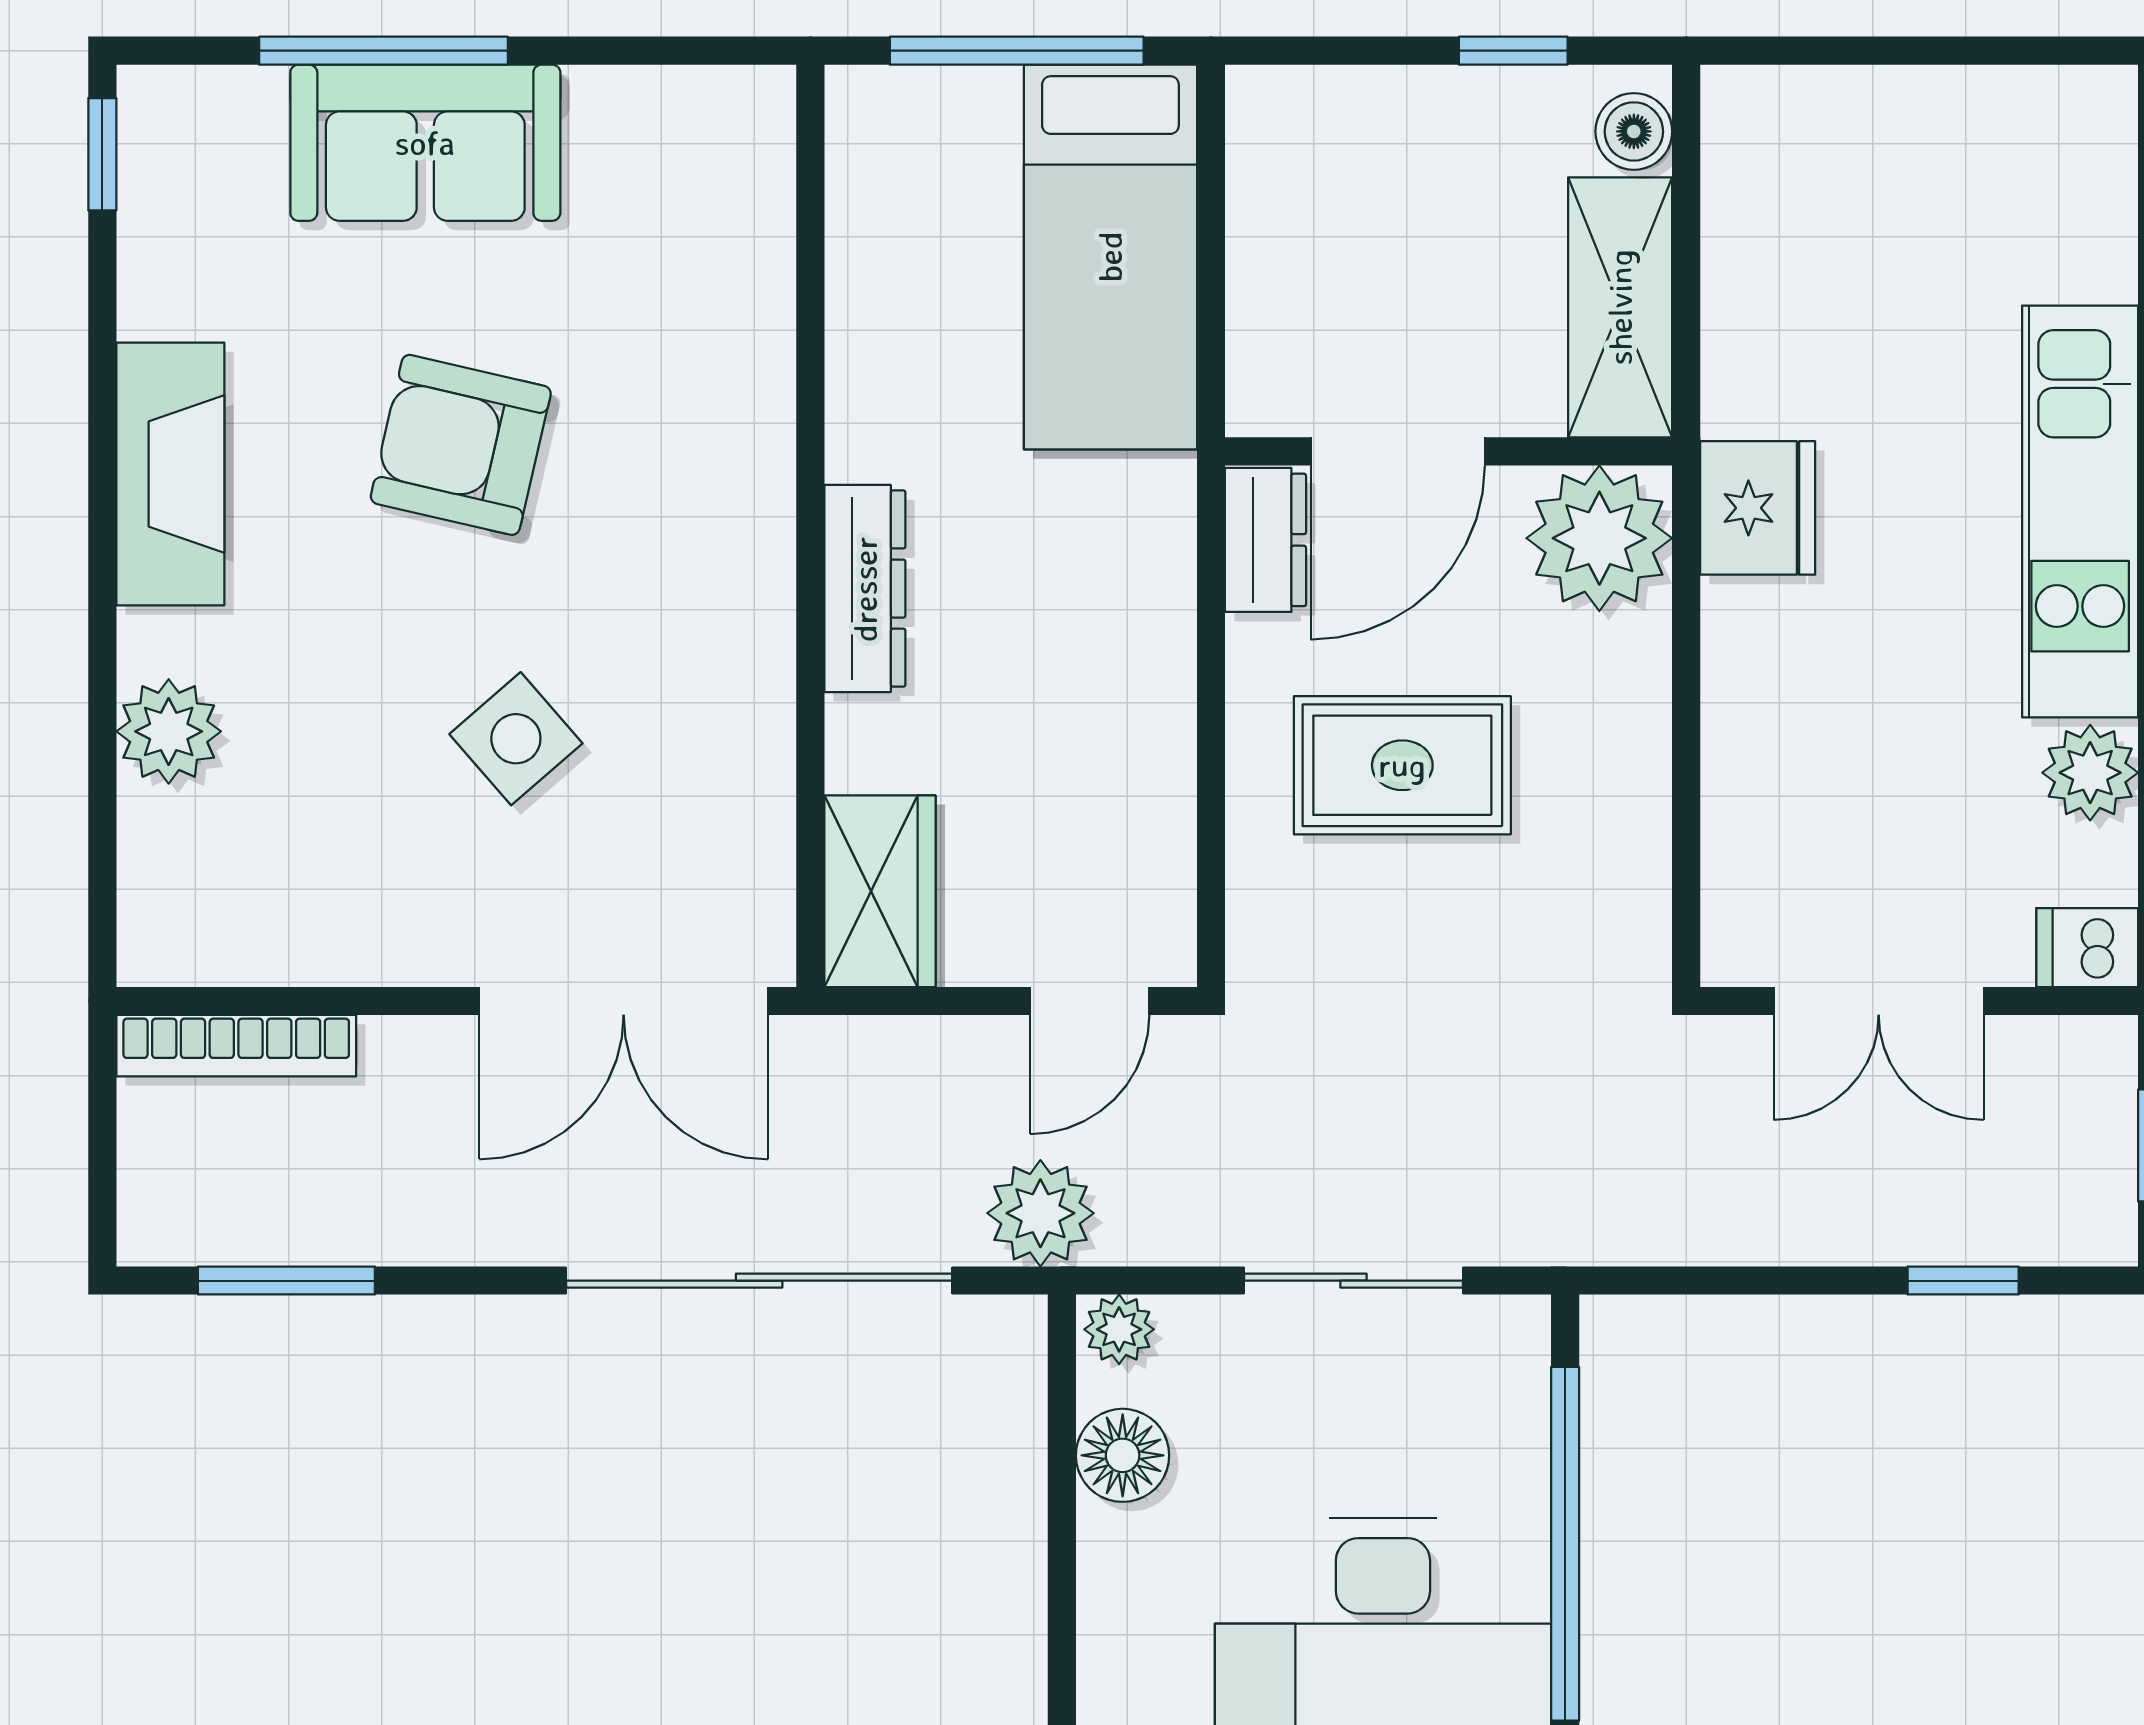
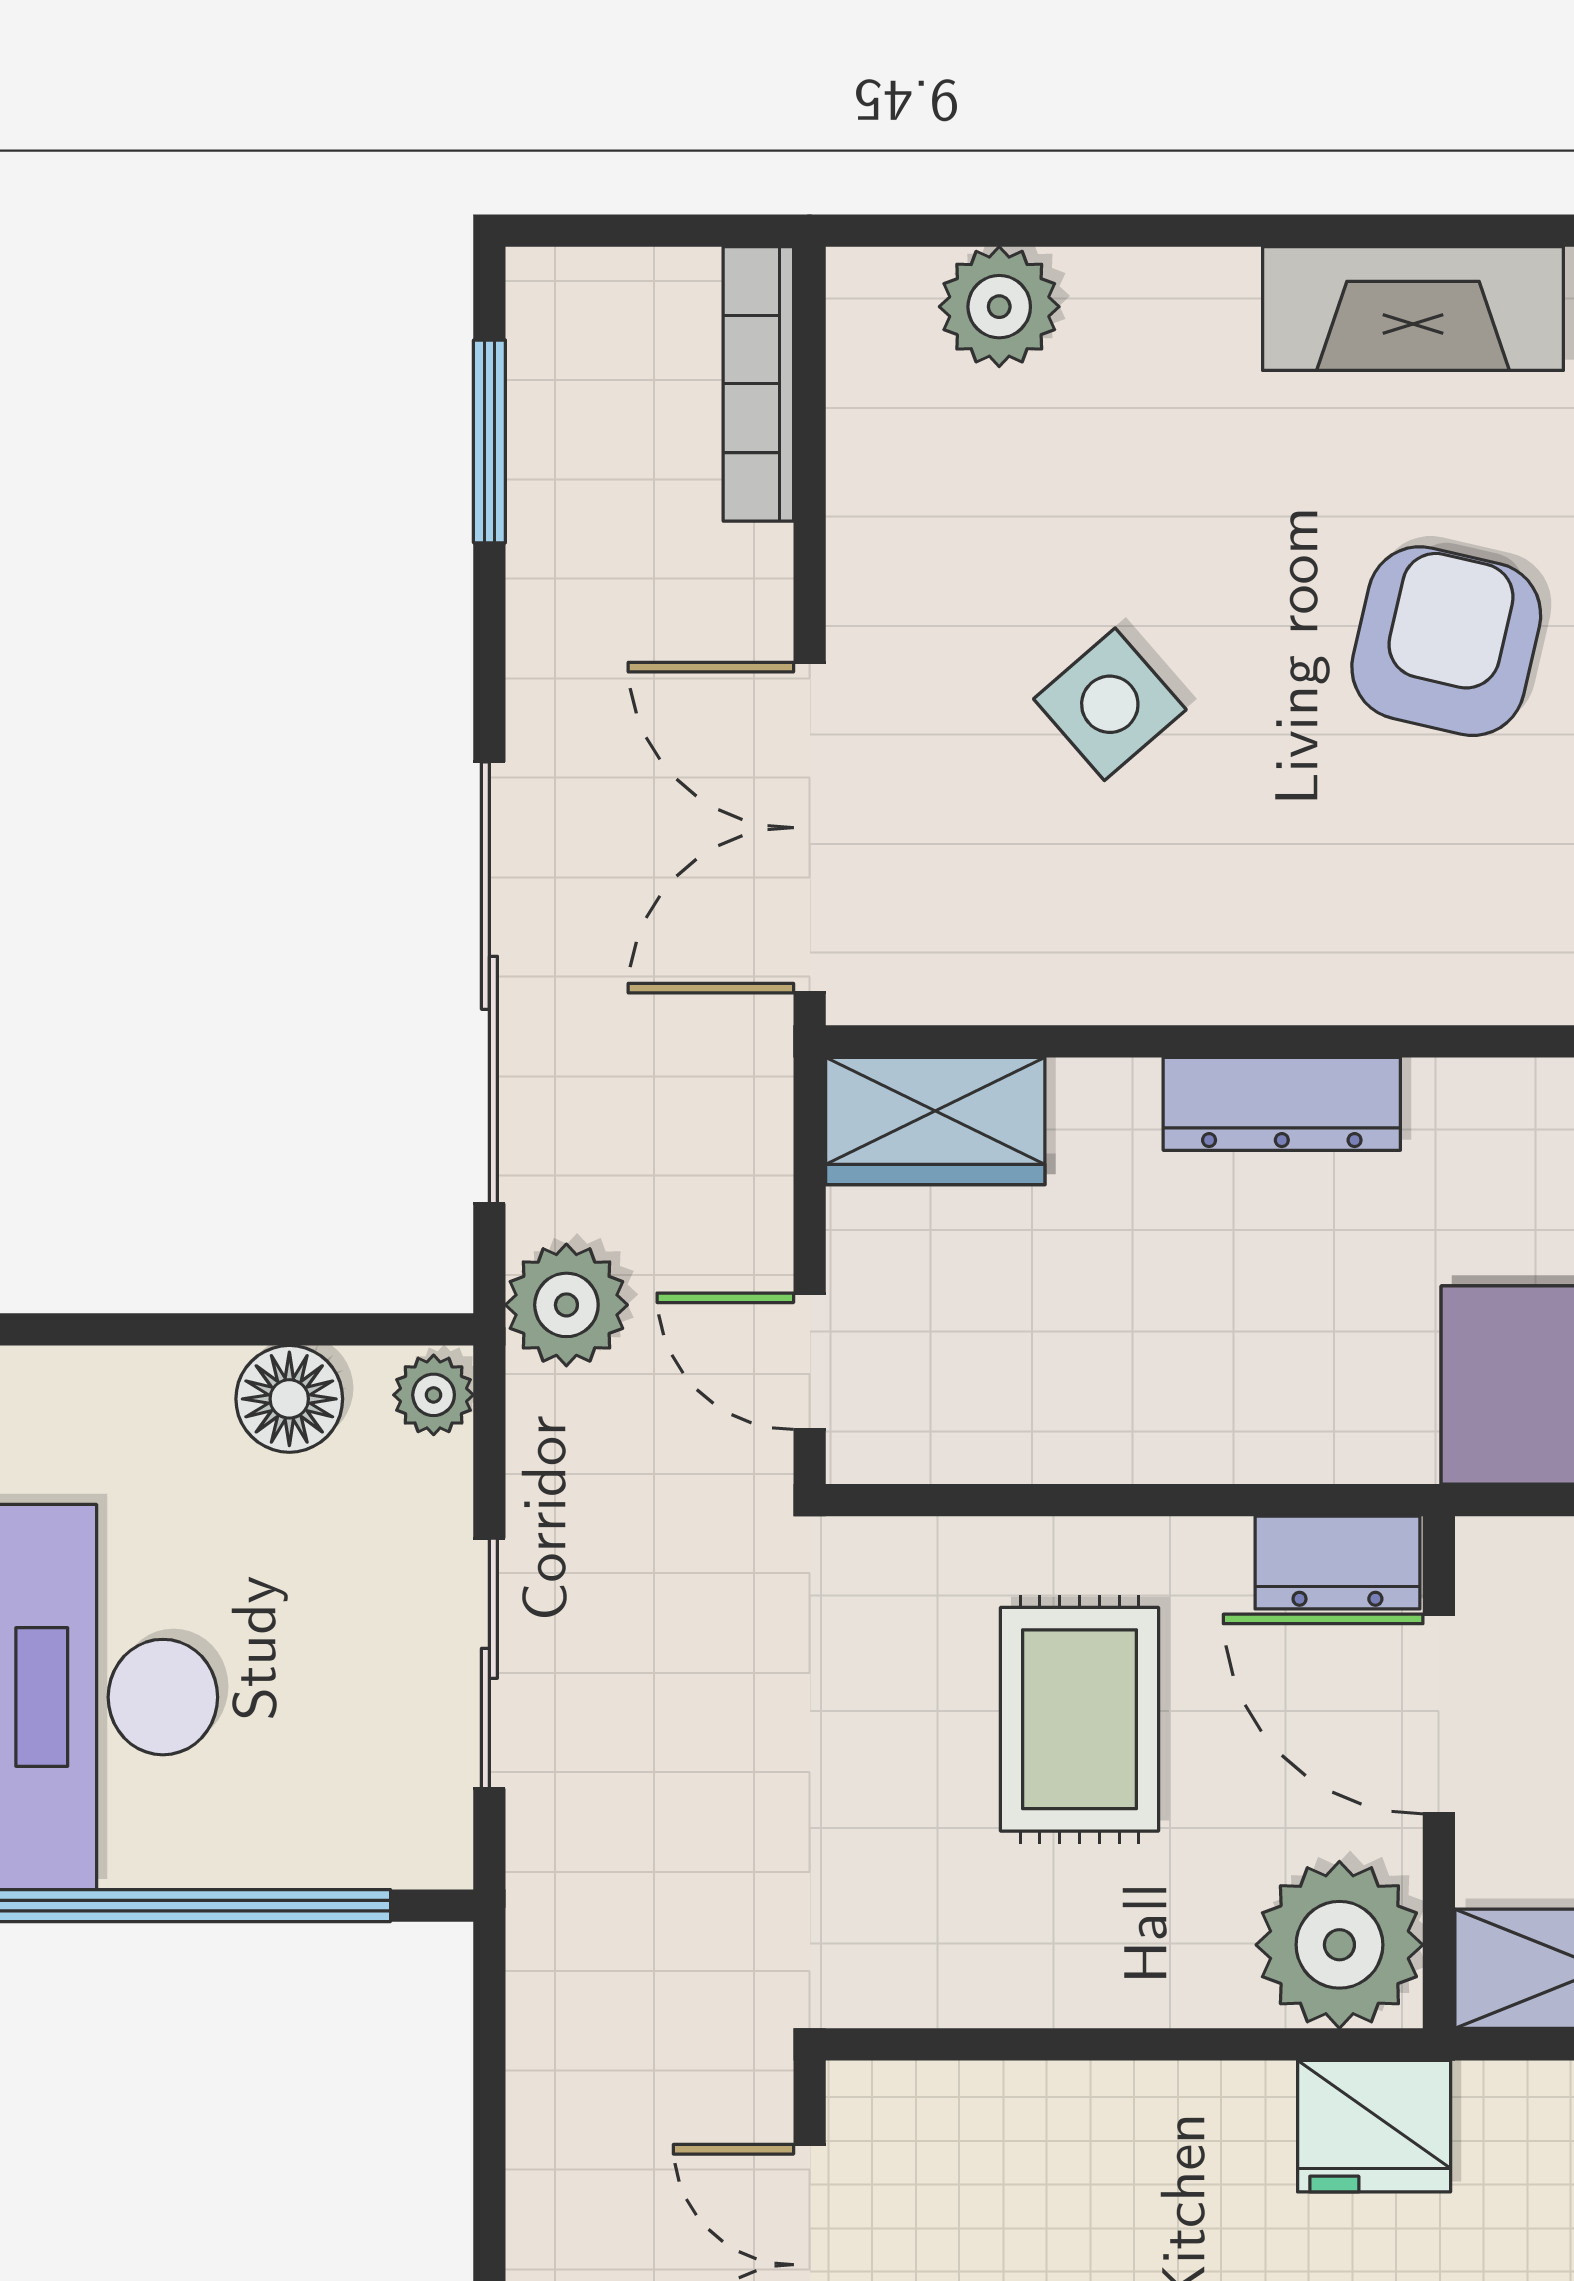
plant: (169, 731) -> (999, 307), moved

